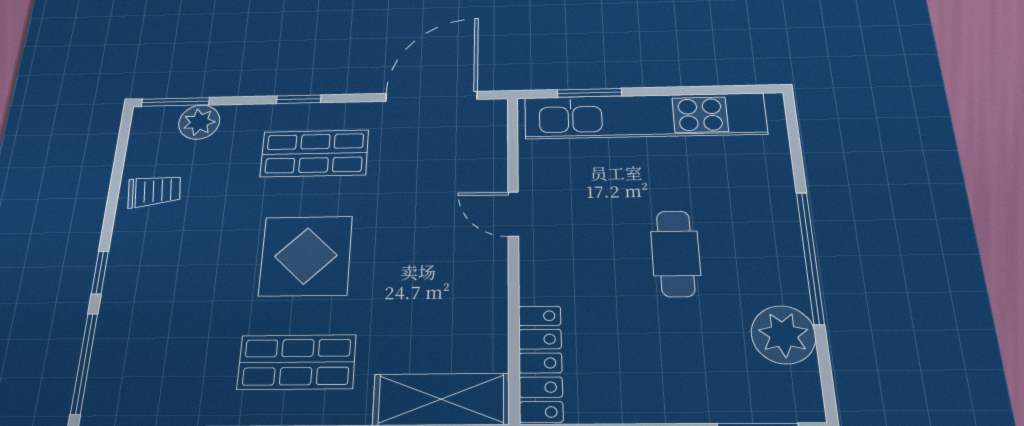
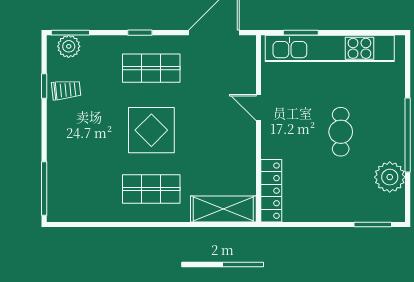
plant: (199, 122) -> (69, 46), moved
window: (100, 273) -> (44, 86), moved

